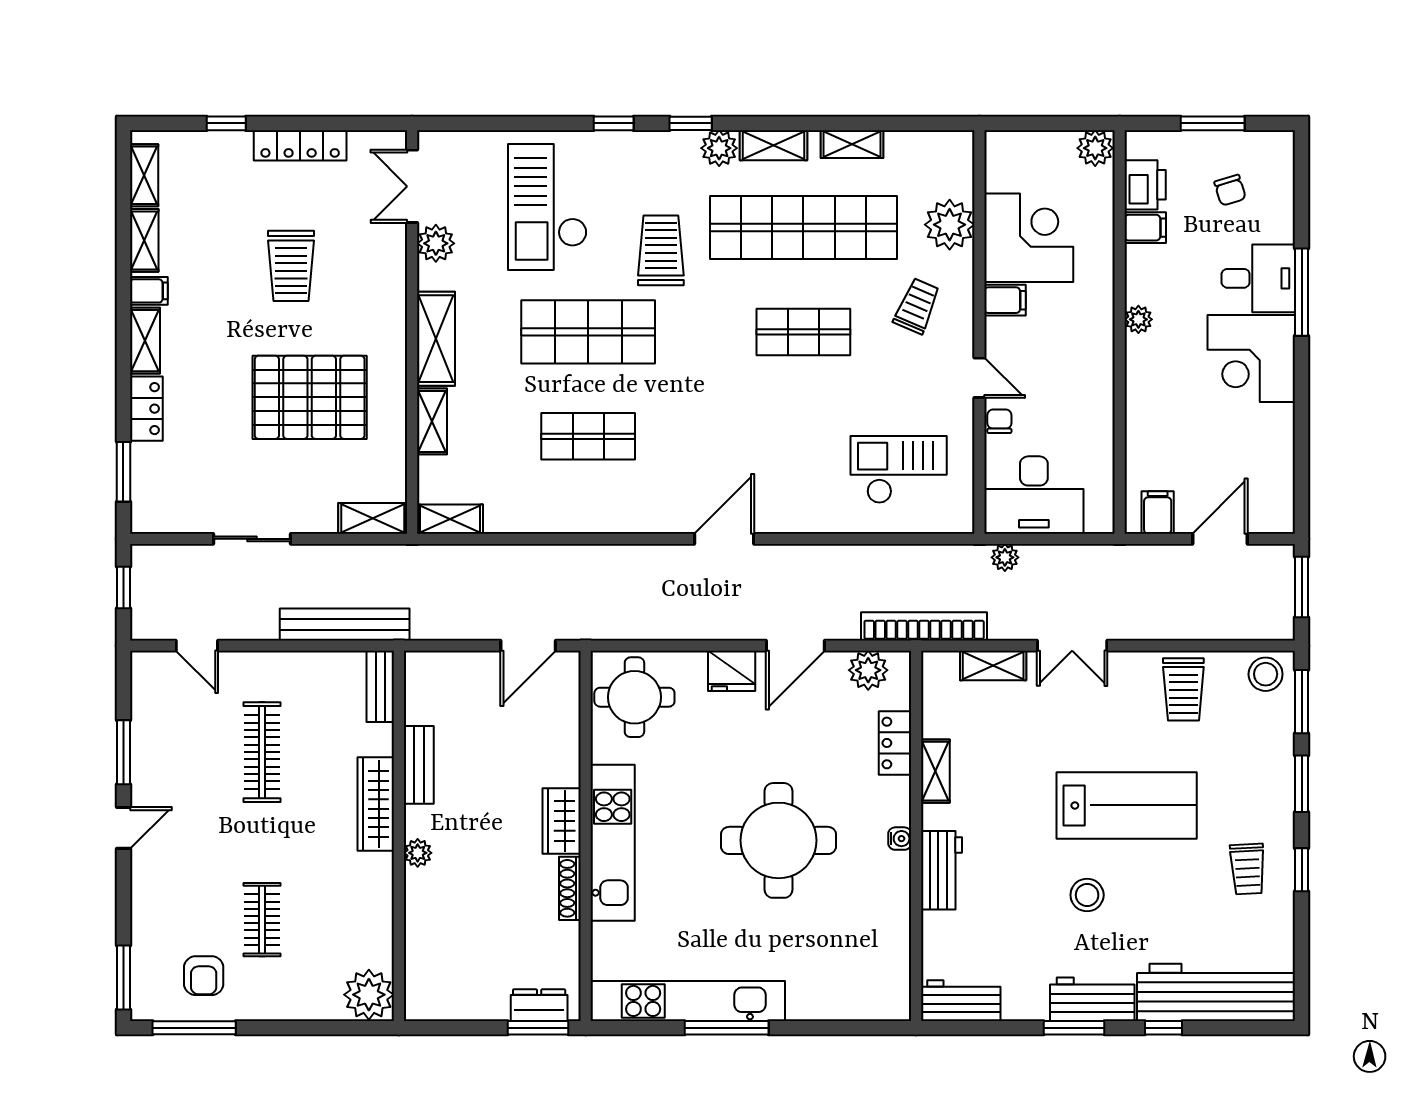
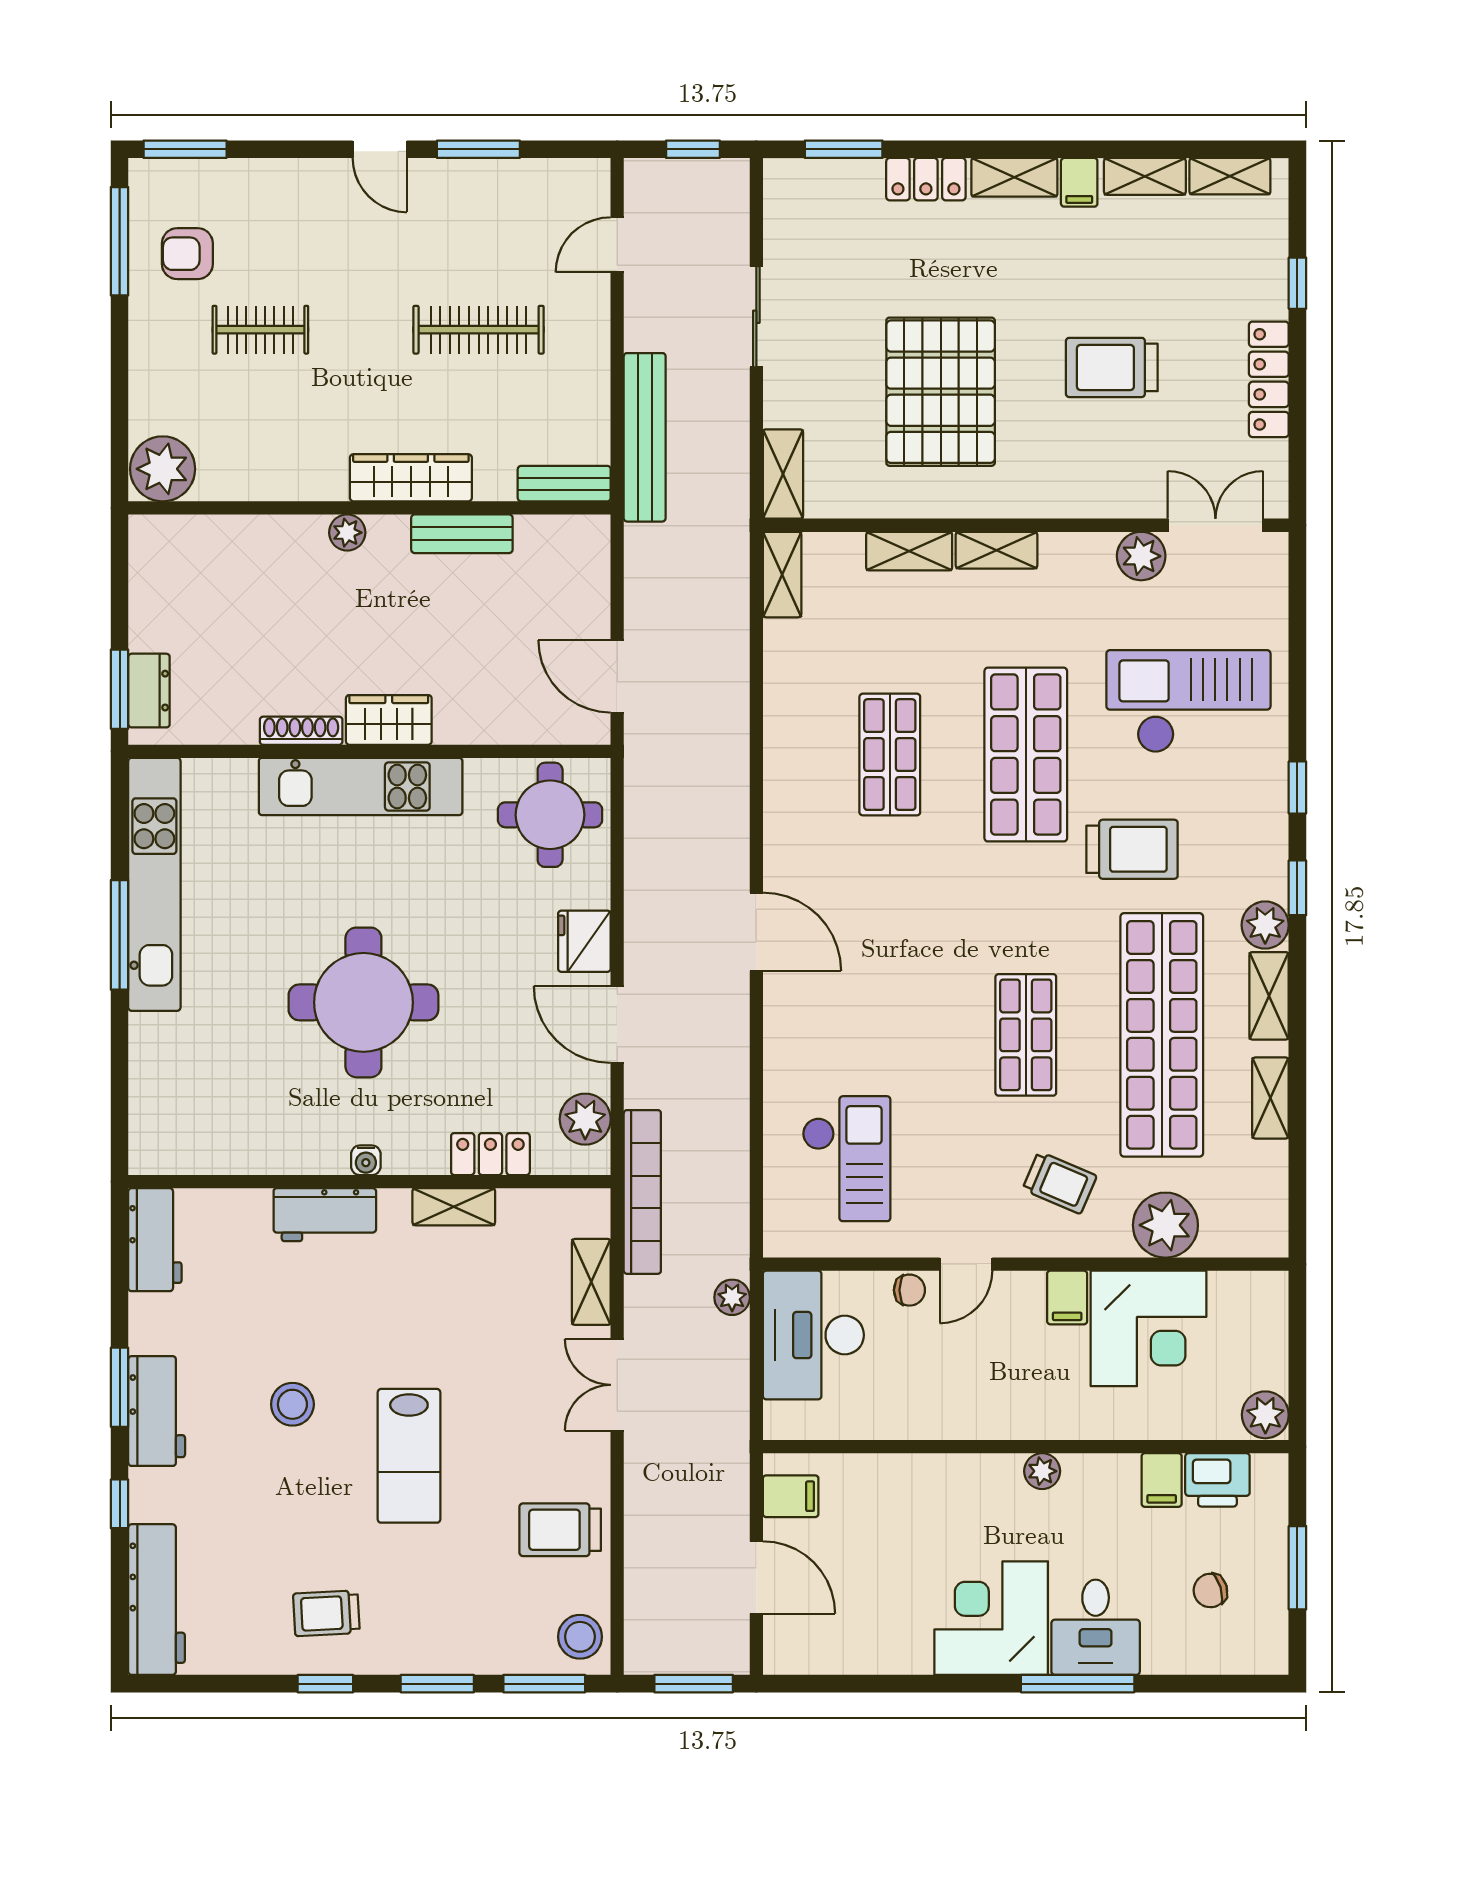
shelving: (436, 339) -> (996, 550), width x0.67, depth x0.75
lab bench: (1127, 805) -> (409, 1456), width x0.73, depth x0.72
workbench: (1216, 992) -> (157, 1600), width x0.73, depth x0.76

